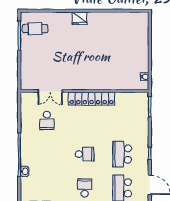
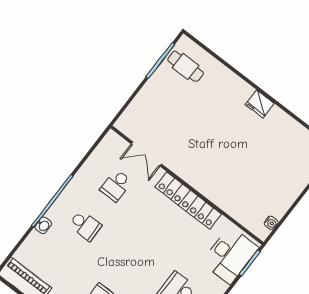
fridge: (79, 18) -> (260, 104), moved
desk: (136, 111) -> (230, 255), added
school desk: (85, 154) -> (85, 225), moved

